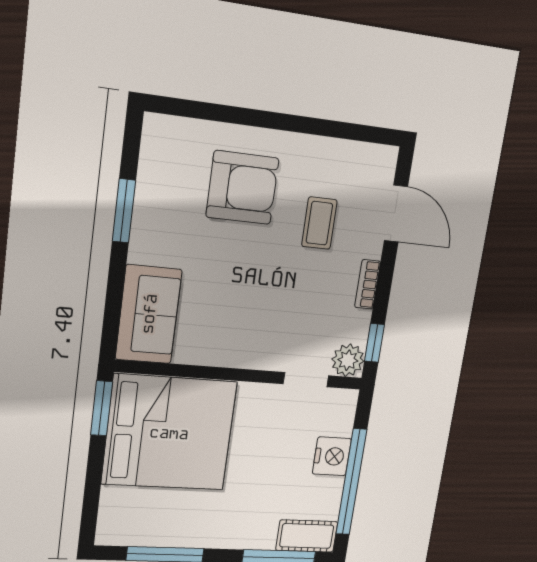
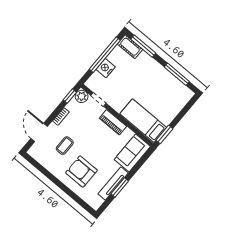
tv unit: (147, 210) -> (113, 183), added
piano: (241, 353) -> (113, 122), added
bed: (169, 433) -> (143, 121), width x0.49

